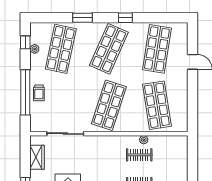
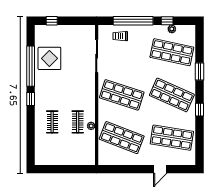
window: (25, 42) -> (167, 21), moved
trolley: (39, 93) -> (120, 36), moved
shop shelf: (157, 105) -> (122, 138), turned 30
wardrobe: (37, 157) -> (76, 31), removed

